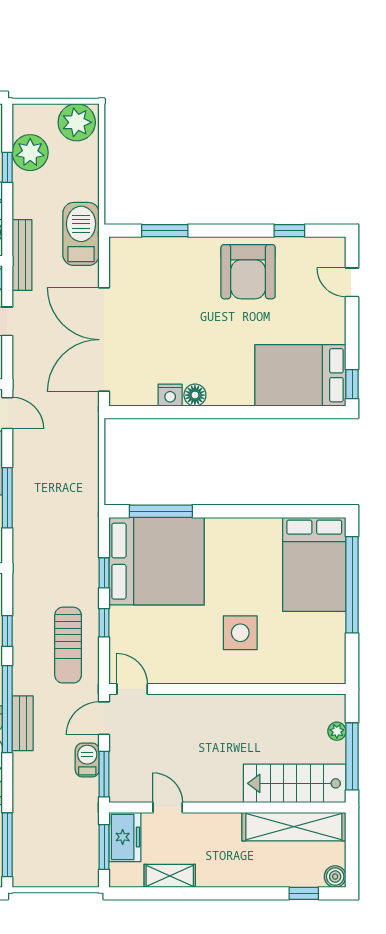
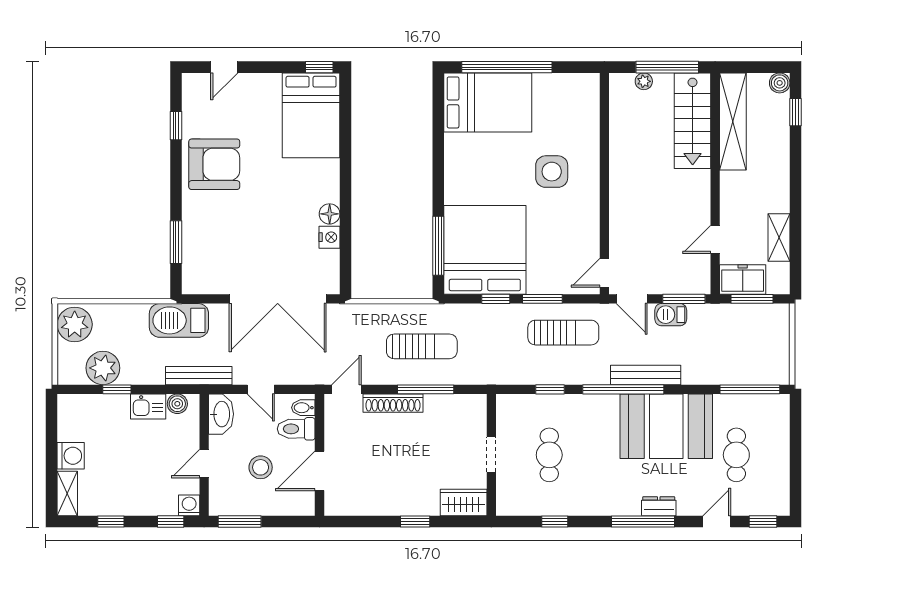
sun lounger: (53, 494) -> (422, 346), added
window: (104, 623) -> (542, 299), width x1.50
bench: (23, 723) -> (646, 375), width x1.36

